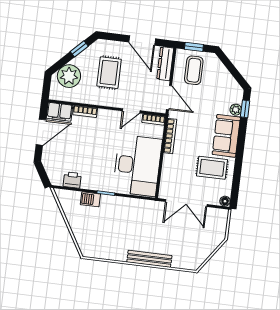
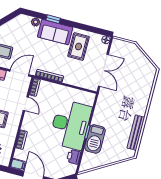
window: (245, 109) -> (53, 19), moved
filing cabinet: (59, 112) -> (18, 164), width x0.50
desk: (137, 165) -> (70, 125), moved, turned 90
barbecue: (90, 199) -> (95, 139), width x1.88, depth x1.53
bench: (149, 259) -> (136, 133), moved

